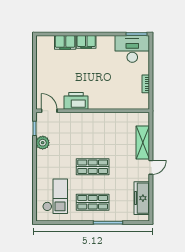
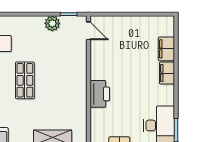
printer: (76, 101) -> (100, 94), moved
door: (49, 111) -> (89, 31), hinge flipped

